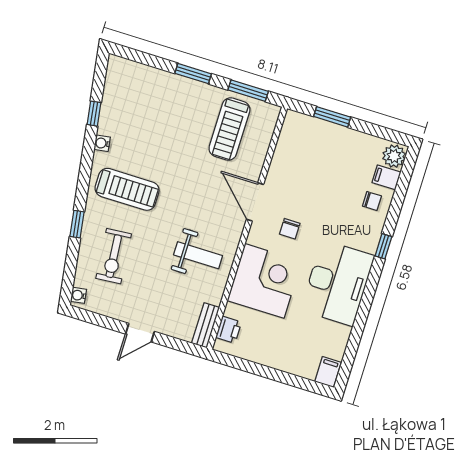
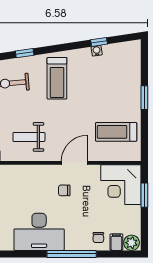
window: (248, 91) -> (144, 136), removed
water cooler: (102, 143) -> (97, 51), moved
window: (383, 246) -> (72, 254), width x3.17
weight bench: (198, 255) -> (29, 137), turned 90
corner desk: (264, 281) -> (121, 185), moved, turned 90

